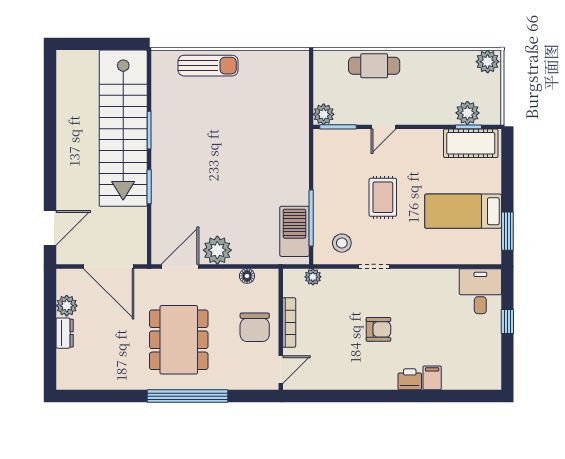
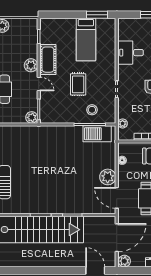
plant: (467, 113) -> (31, 65), moved
cot: (471, 143) -> (48, 60), moved
rug: (383, 197) -> (78, 84), turned 90
stool: (342, 243) -> (92, 110), moved
desk: (480, 291) -> (131, 53), moved
plant: (67, 306) -> (124, 261), moved

